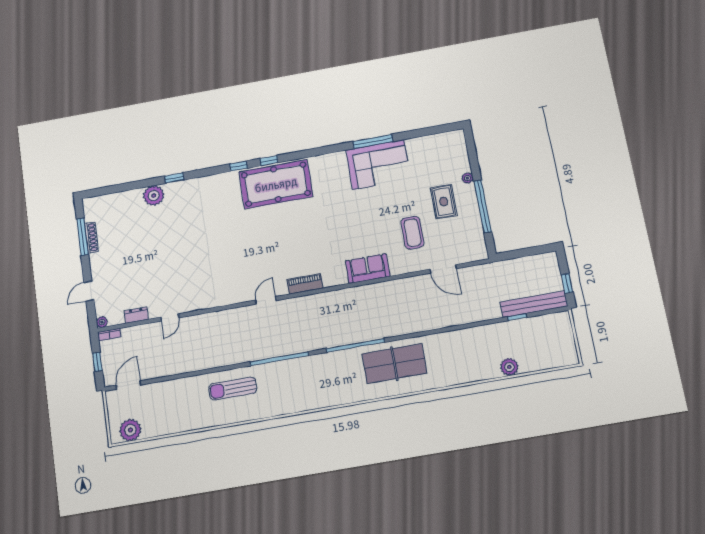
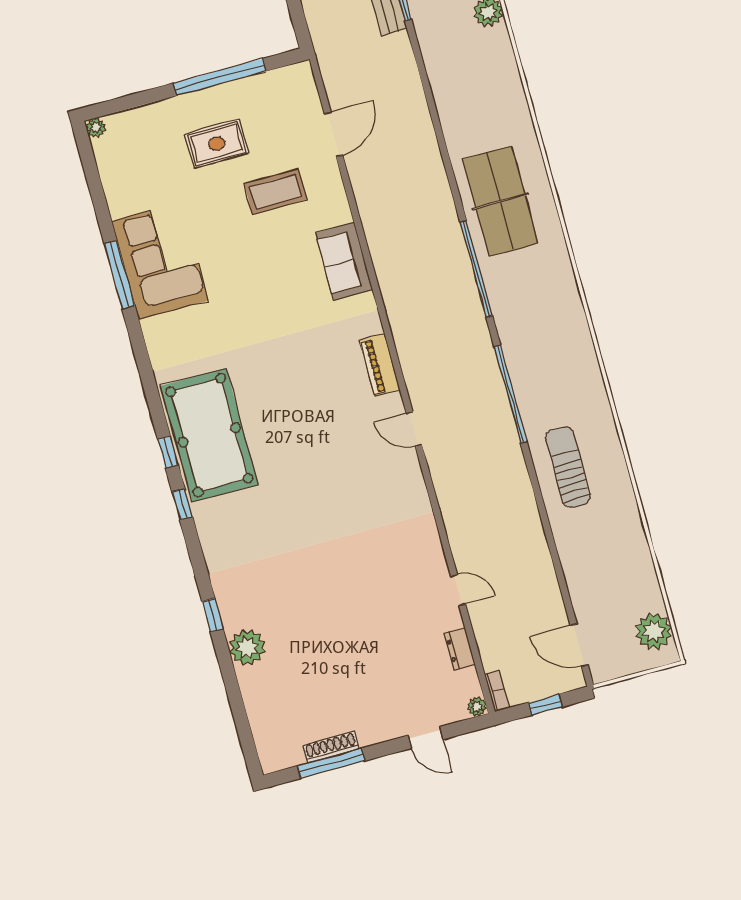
plant: (467, 178) -> (96, 128), moved
sun lounger: (233, 389) -> (568, 467), turned 180

